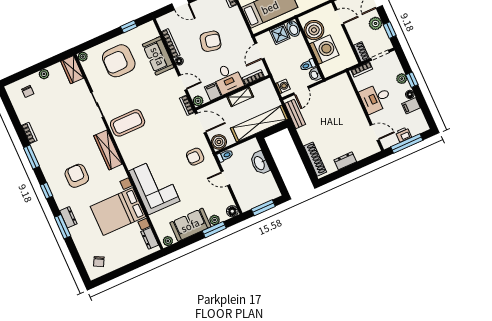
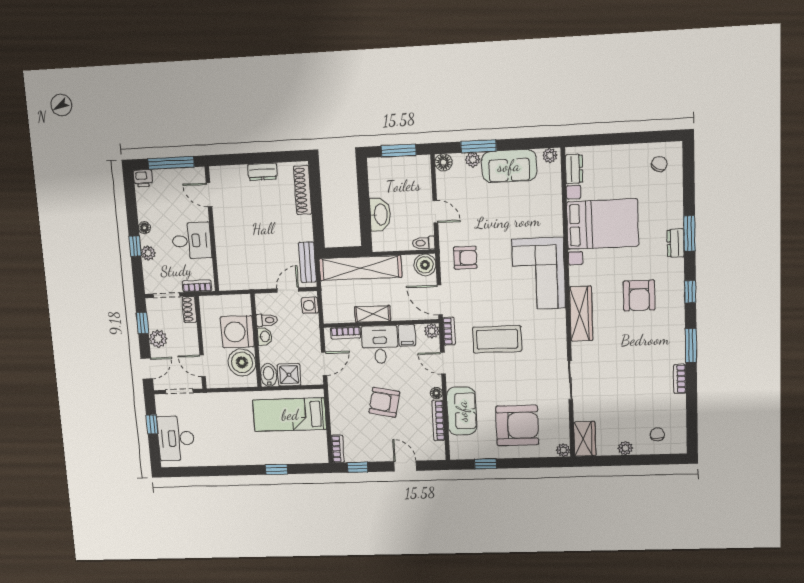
washbasin: (315, 75) -> (265, 337), moved
filing cabinet: (411, 106) -> (148, 212), removed
coffee table: (128, 123) -> (497, 339), moved
printer: (403, 135) -> (143, 178), moved
corner sofa: (154, 186) -> (539, 274), moved

